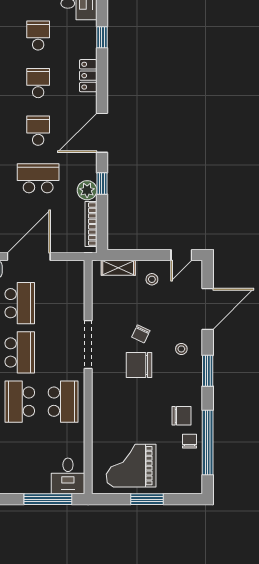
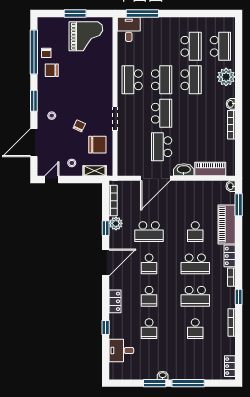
doorway: (88, 344) -> (115, 119), width x0.73
school desk: (20, 352) -> (162, 113), turned 180
chair: (139, 365) -> (97, 145), moved

